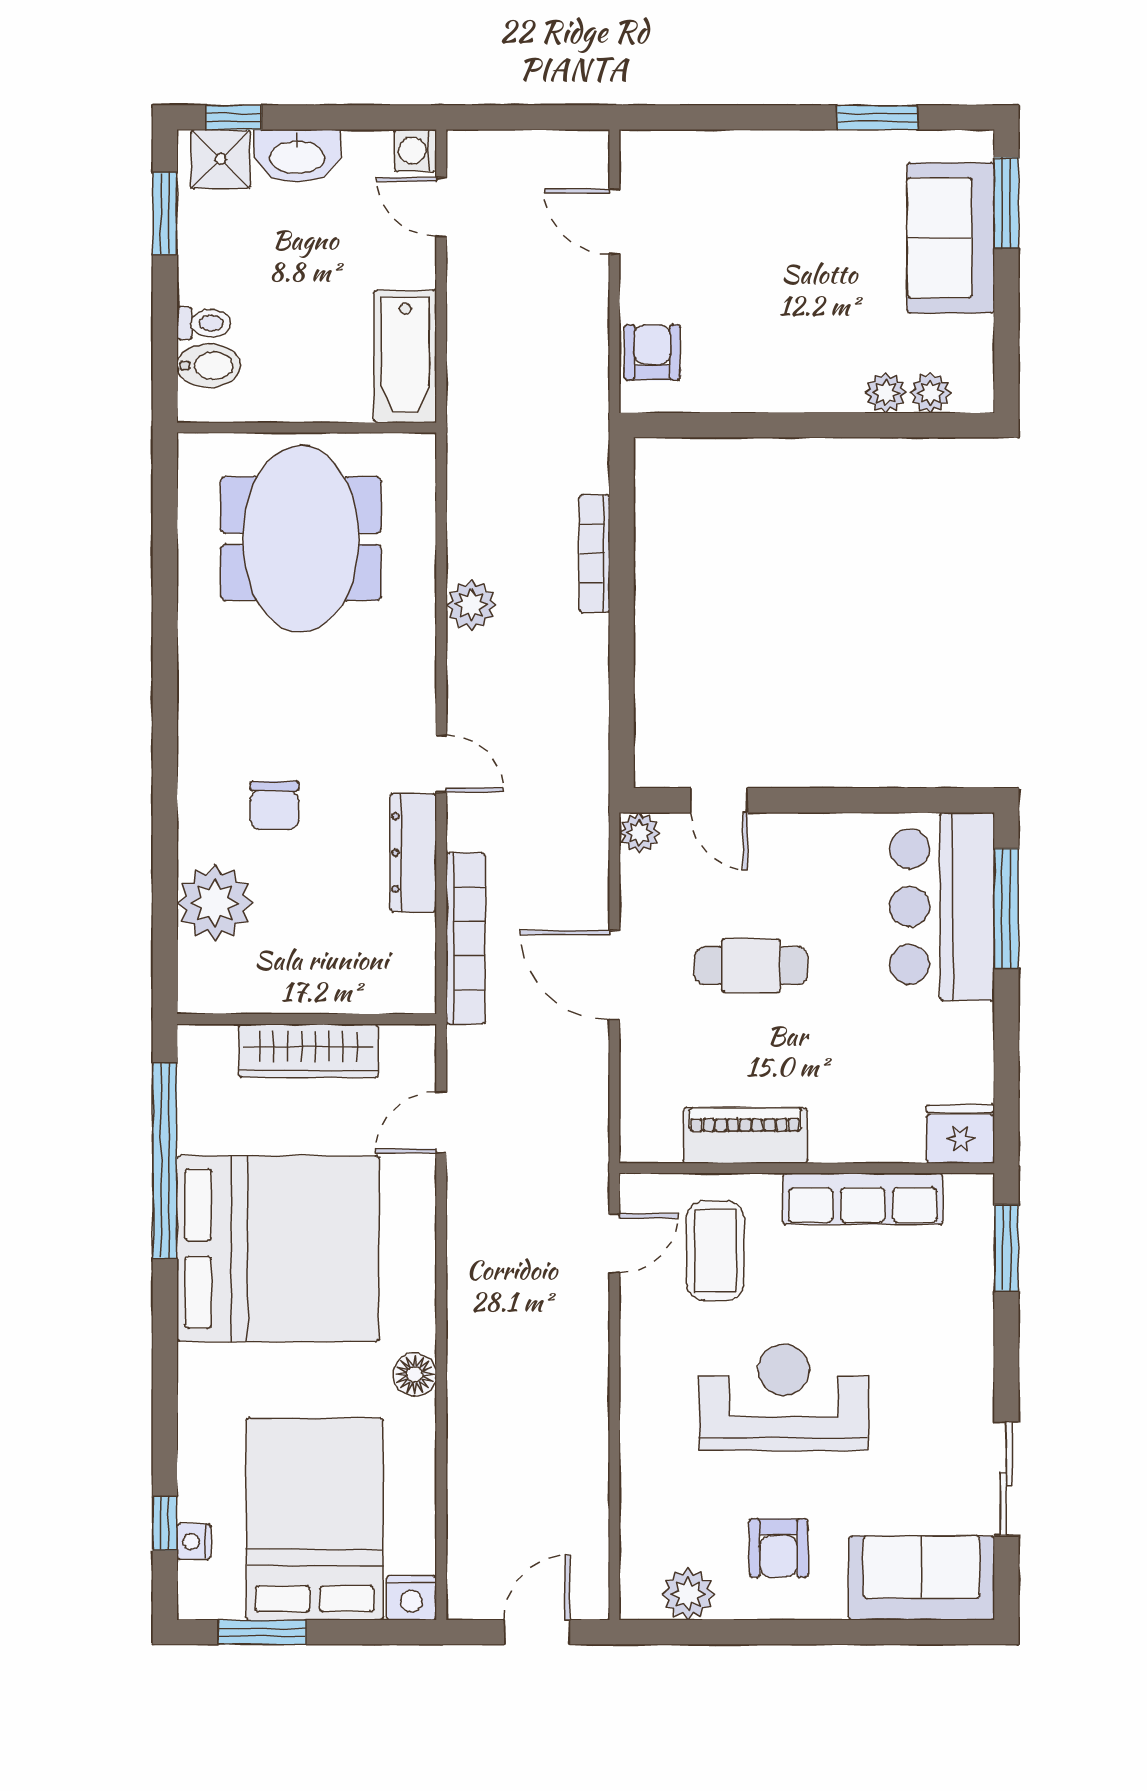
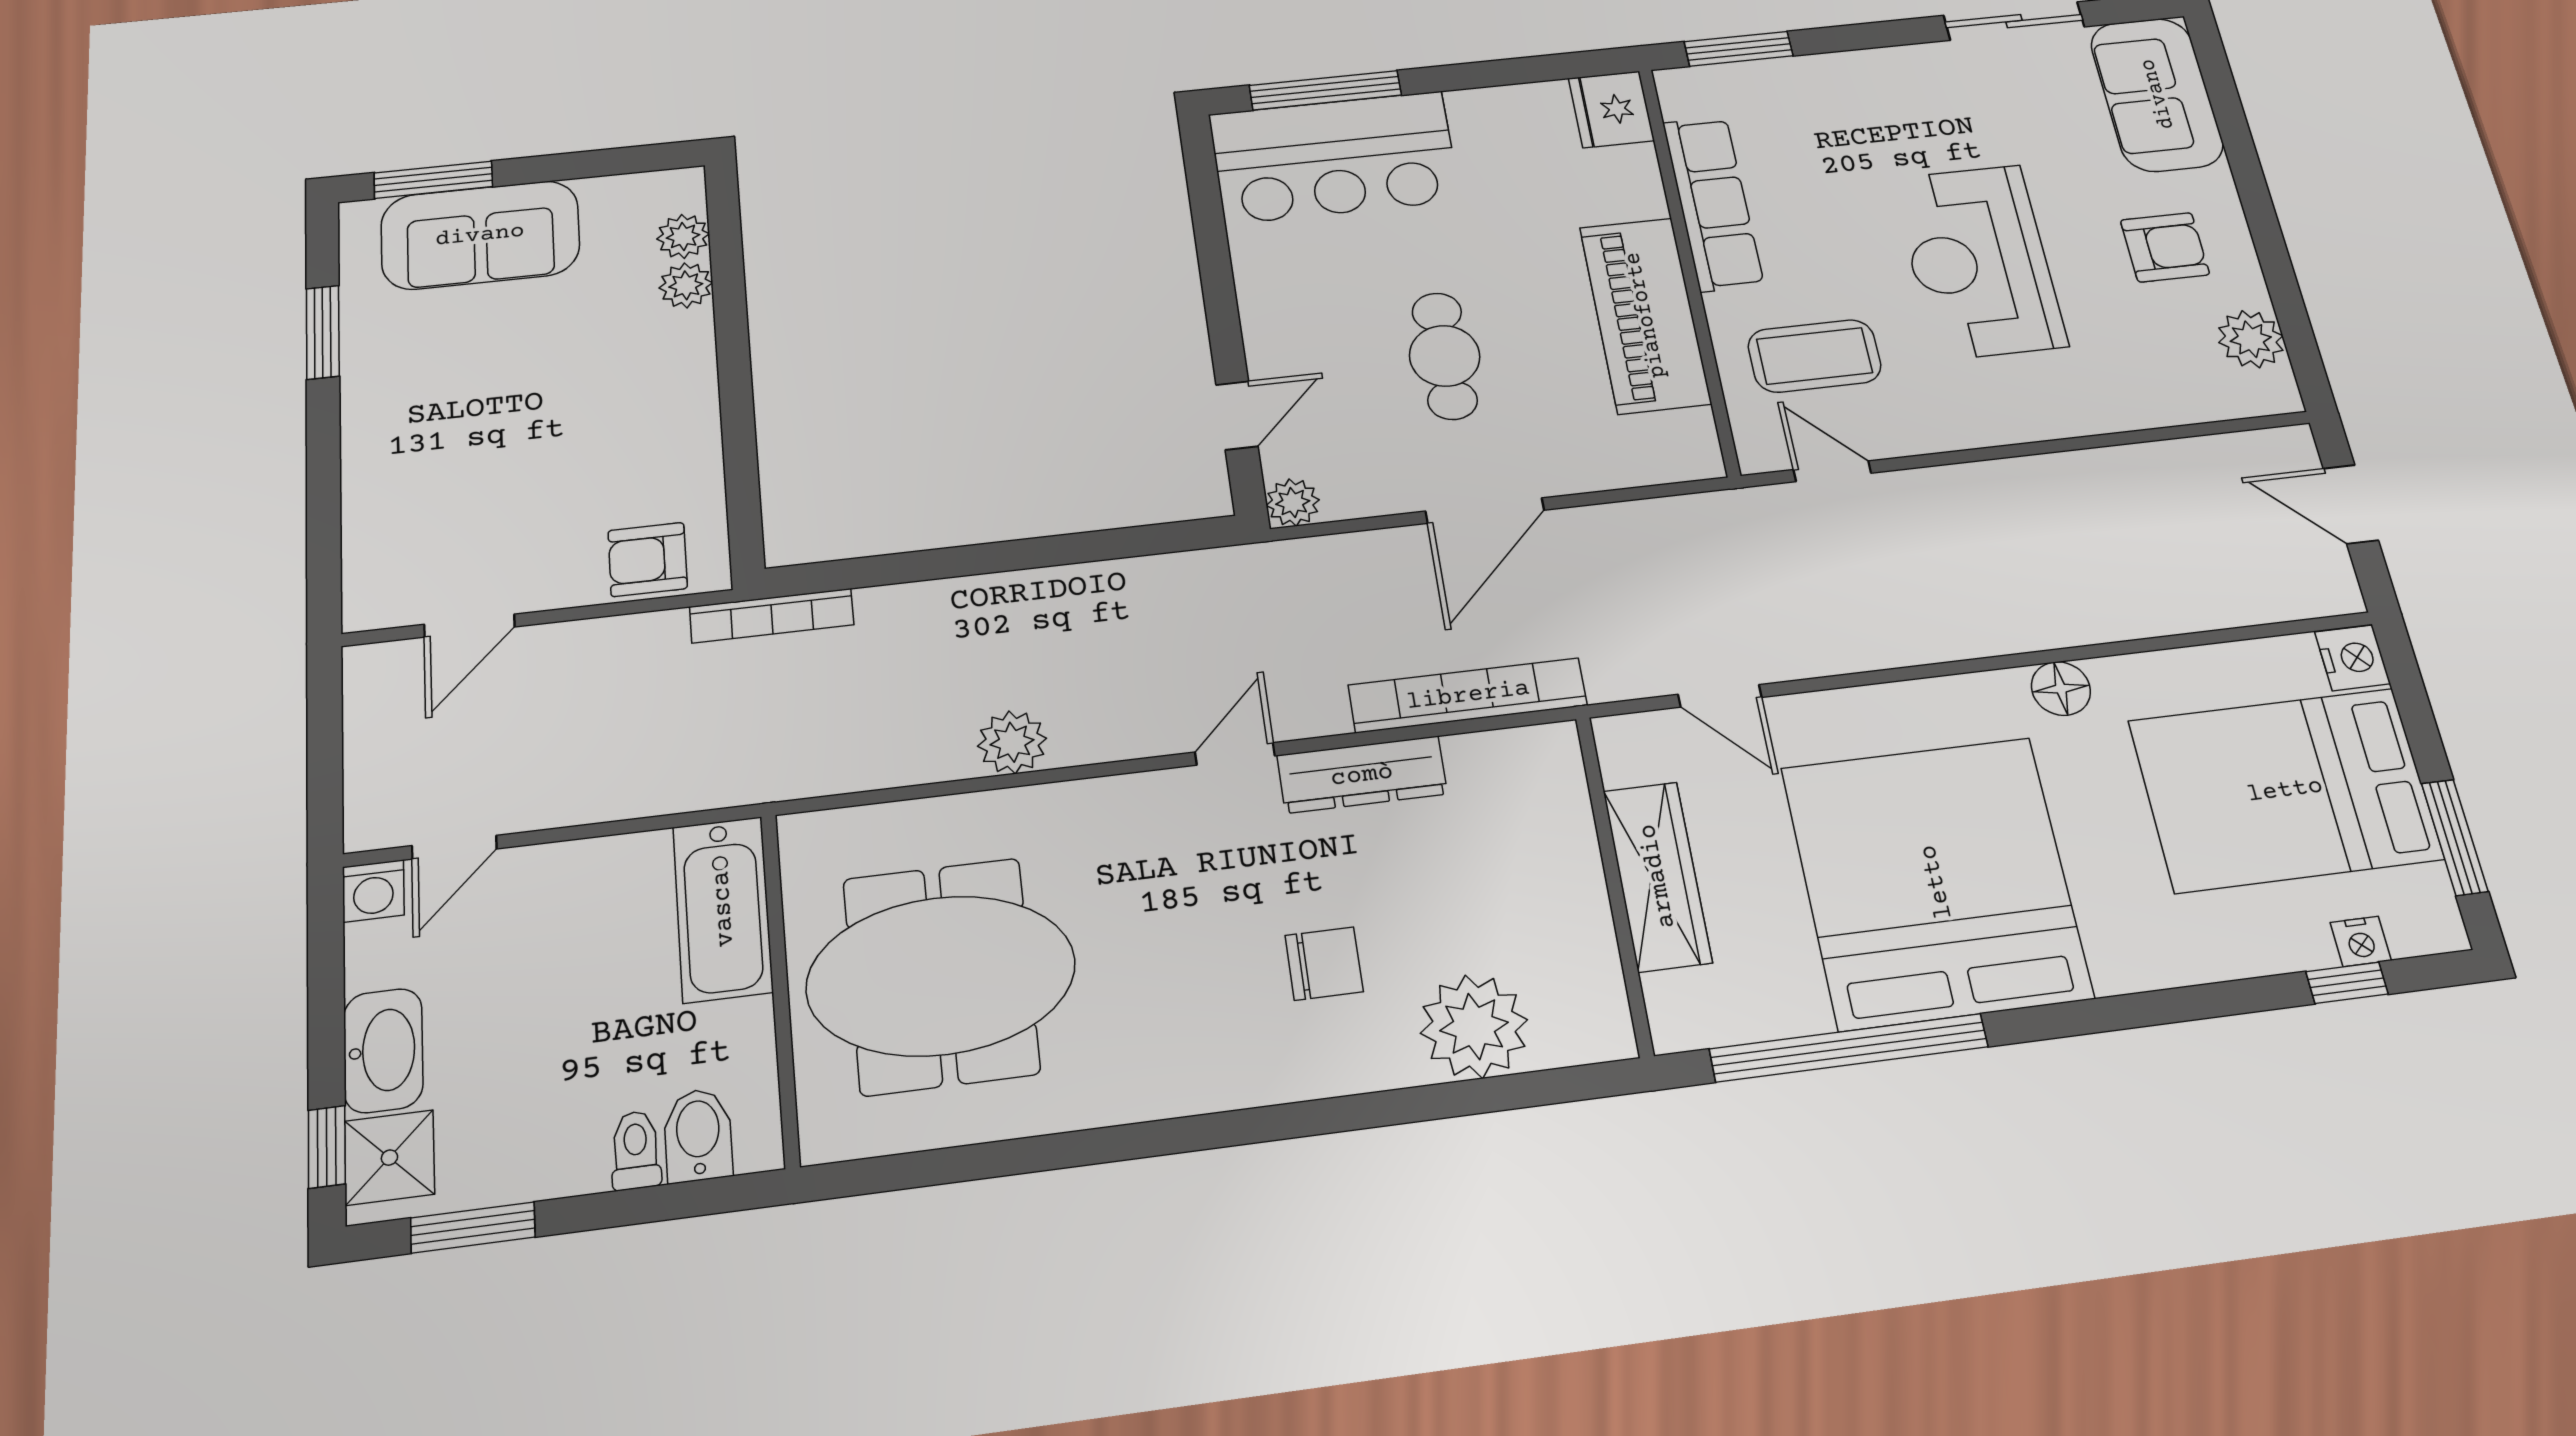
bathtub: (405, 356) -> (723, 909), moved, turned 90
bookcase: (594, 554) -> (772, 616), moved
piano: (745, 1136) -> (1645, 315), width x1.37, depth x1.33

